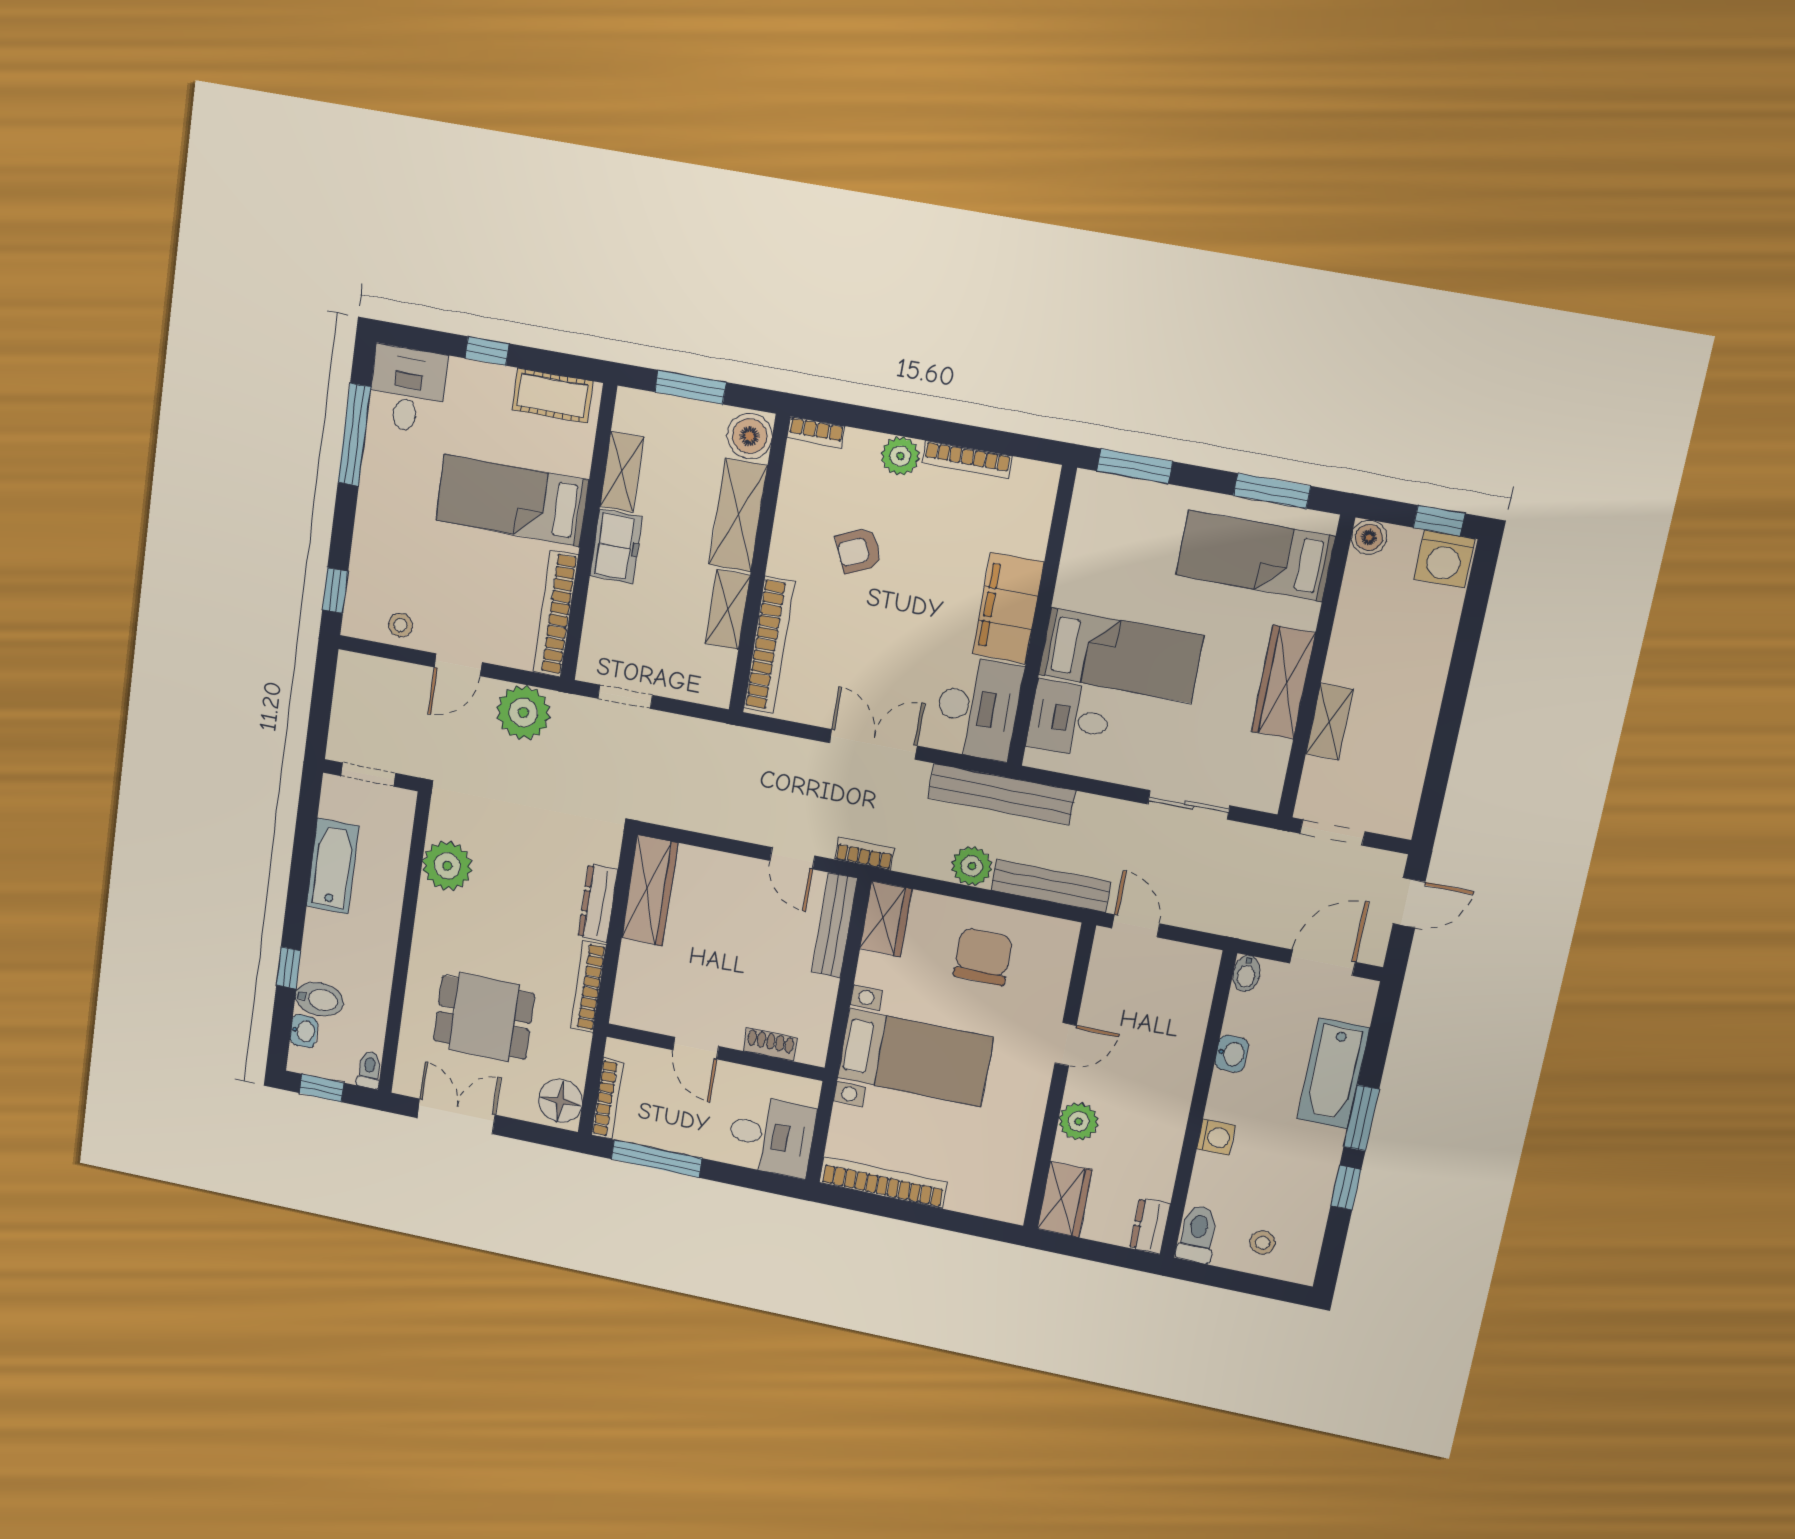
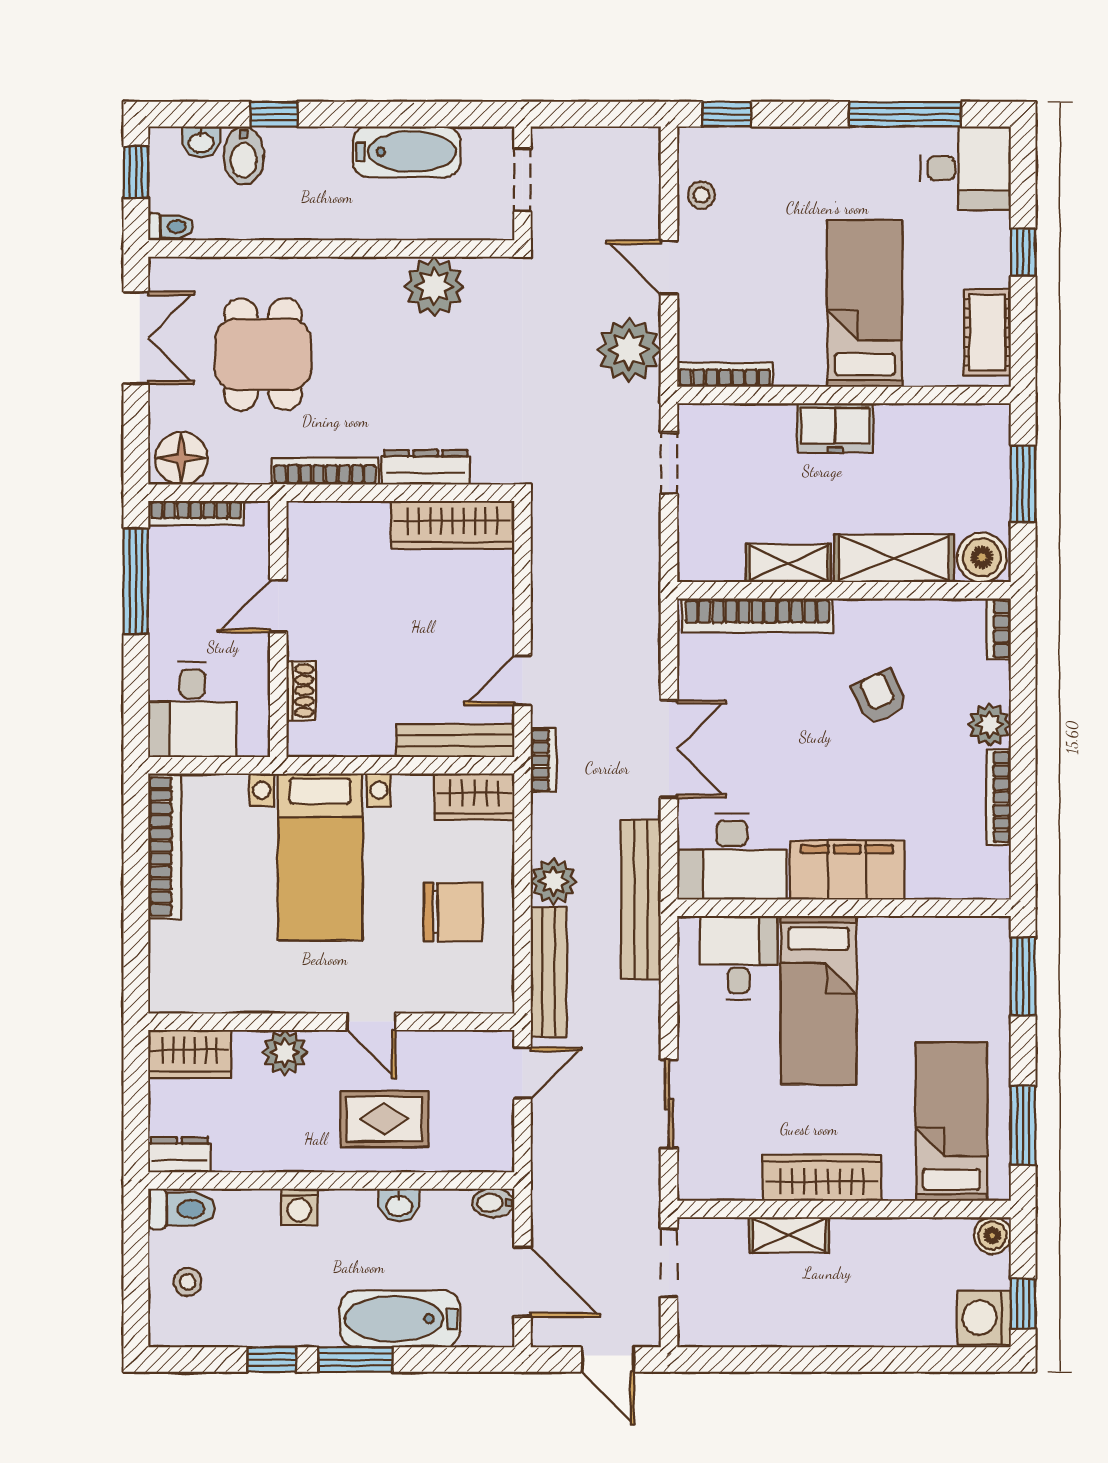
shelving: (622, 472) -> (918, 422), removed
bookcase: (556, 614) -> (725, 375), width x0.68, depth x0.76
rug: (1153, 1051) -> (384, 1119), added

